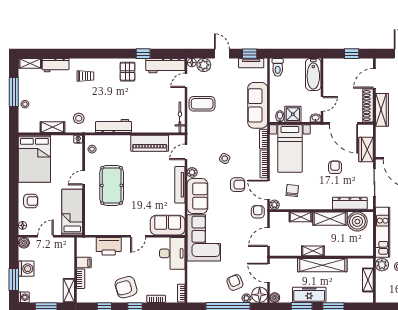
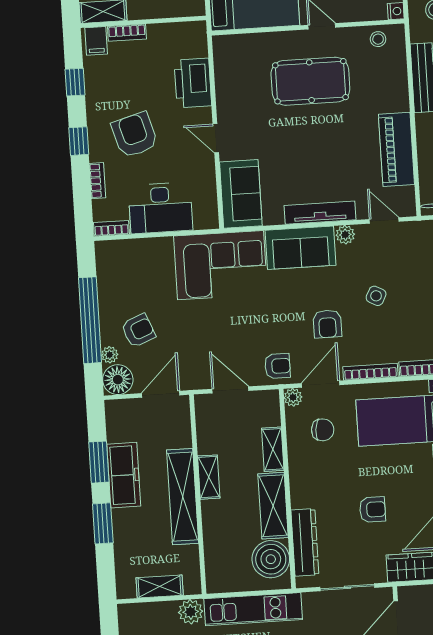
desk: (172, 253) -> (160, 208), moved
filing cabinet: (84, 263) -> (96, 41), moved
armchair: (126, 287) -> (135, 135), moved
boiler: (275, 298) -> (114, 409), removed

